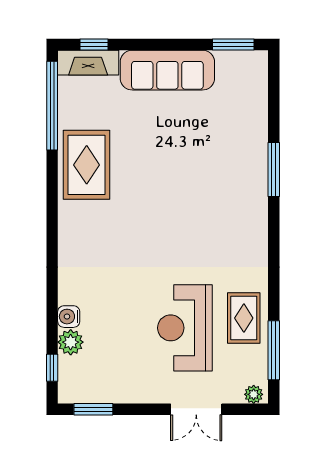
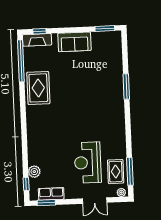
sofa: (167, 70) -> (74, 42), width x0.73
water cooler: (69, 317) -> (33, 160), removed
rug: (244, 318) -> (116, 172), moved
row of seats: (105, 391) -> (51, 194), added

